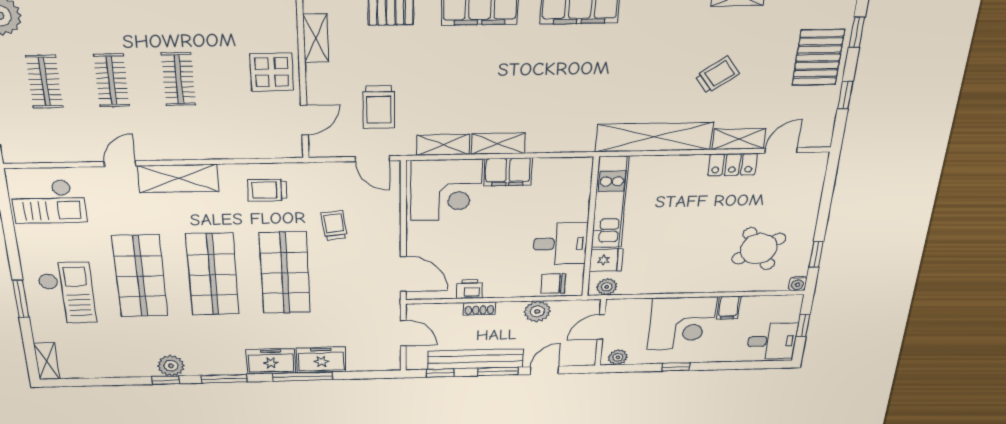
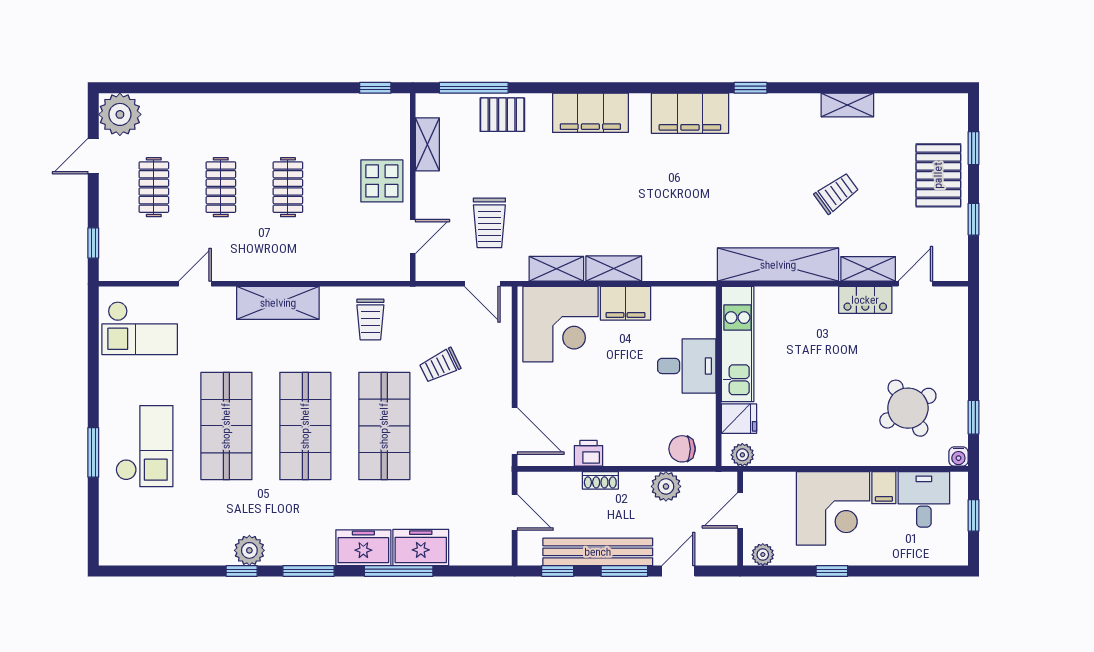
door: (120, 164) -> (195, 284), moved
trolley: (267, 190) -> (370, 319), turned -90
trolley: (334, 225) -> (440, 365), turned -109
desk: (560, 244) -> (687, 366), moved
desk: (772, 341) -> (924, 499), moved, turned -90
shelving: (47, 361) -> (110, 540), removed

